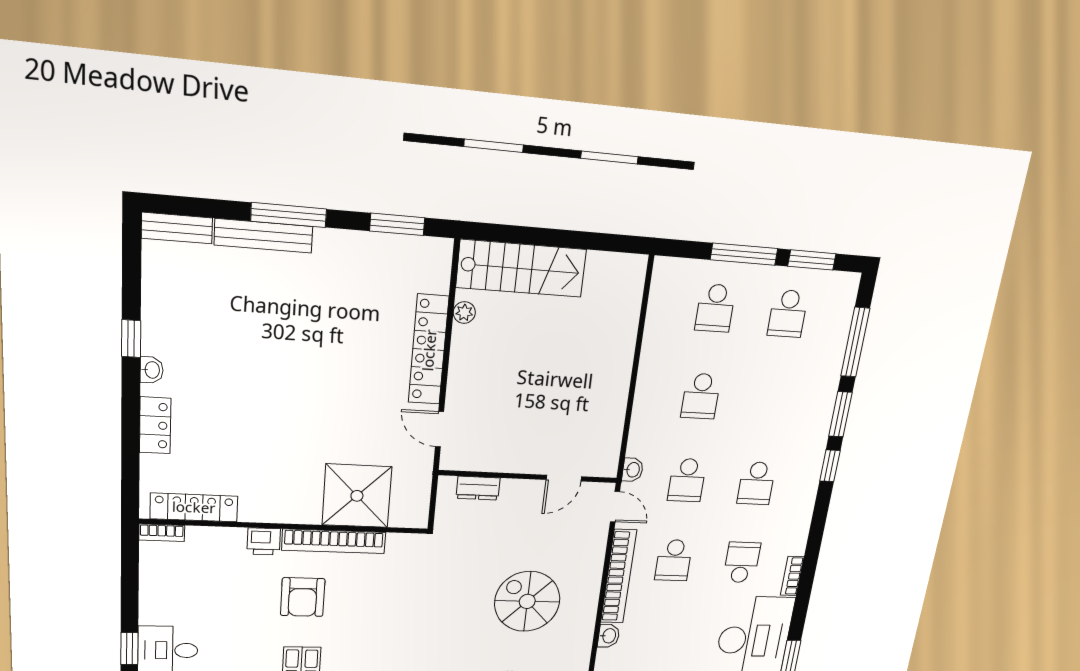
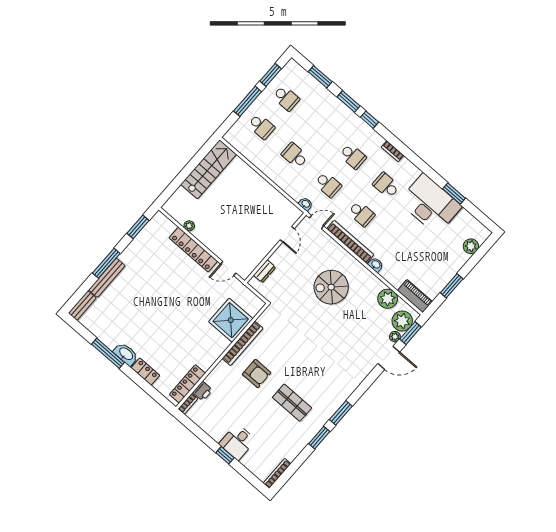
stairs: (521, 268) -> (209, 169), moved
window: (131, 339) -> (108, 353), width x2.17
window: (855, 342) -> (320, 77), width x0.69
washbasin: (152, 370) -> (126, 354), width x1.91, depth x1.45
school desk: (701, 396) -> (295, 156), turned 180
printer: (264, 541) -> (203, 391), moved
bookcase: (792, 576) -> (393, 151), moved

